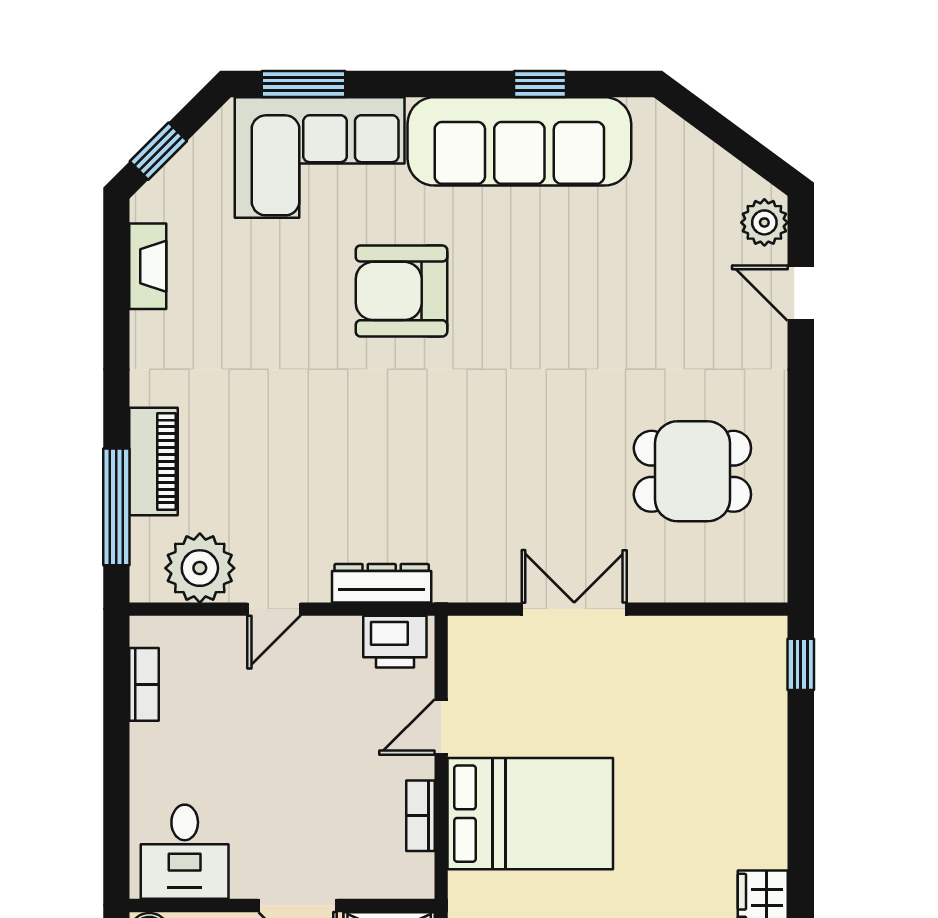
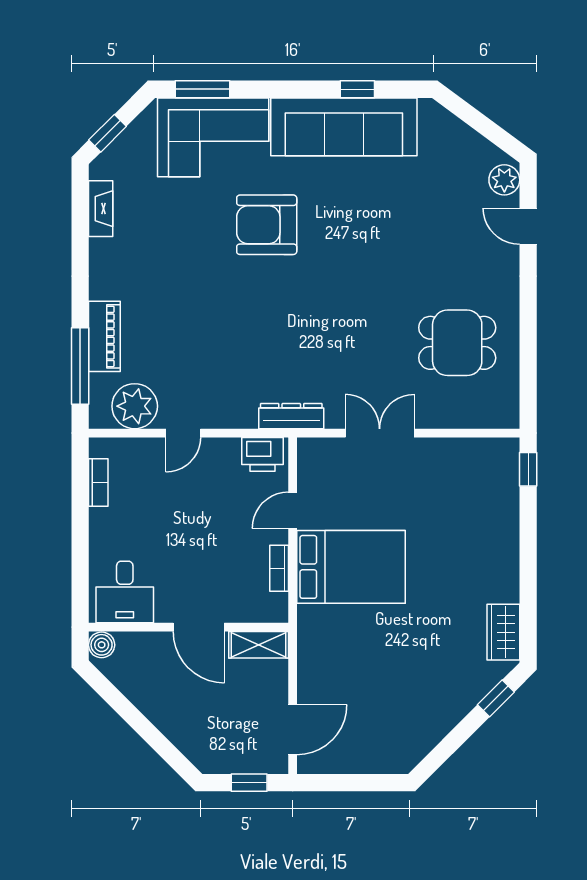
dresser: (382, 583) -> (291, 416), moved

